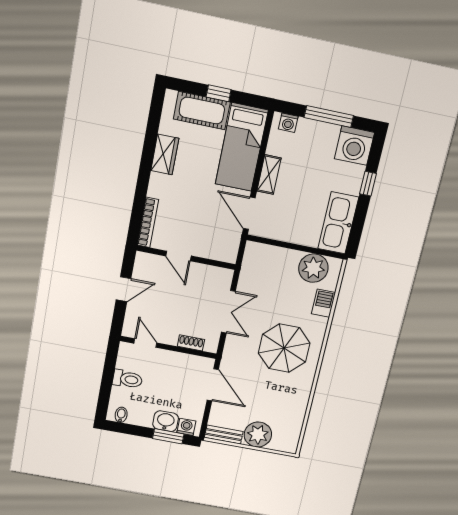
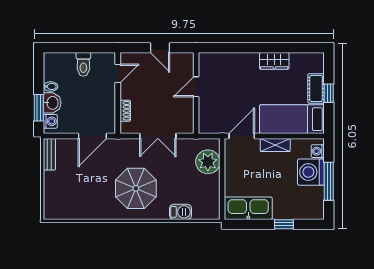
cot: (202, 111) -> (316, 88), width x0.73, depth x0.75
washing machine: (354, 146) -> (311, 172), moved
bookcase: (148, 222) -> (218, 57), removed
plant: (313, 268) -> (208, 162), moved
bidet: (121, 415) -> (51, 86), moved
plant: (258, 435) -> (55, 183), removed

